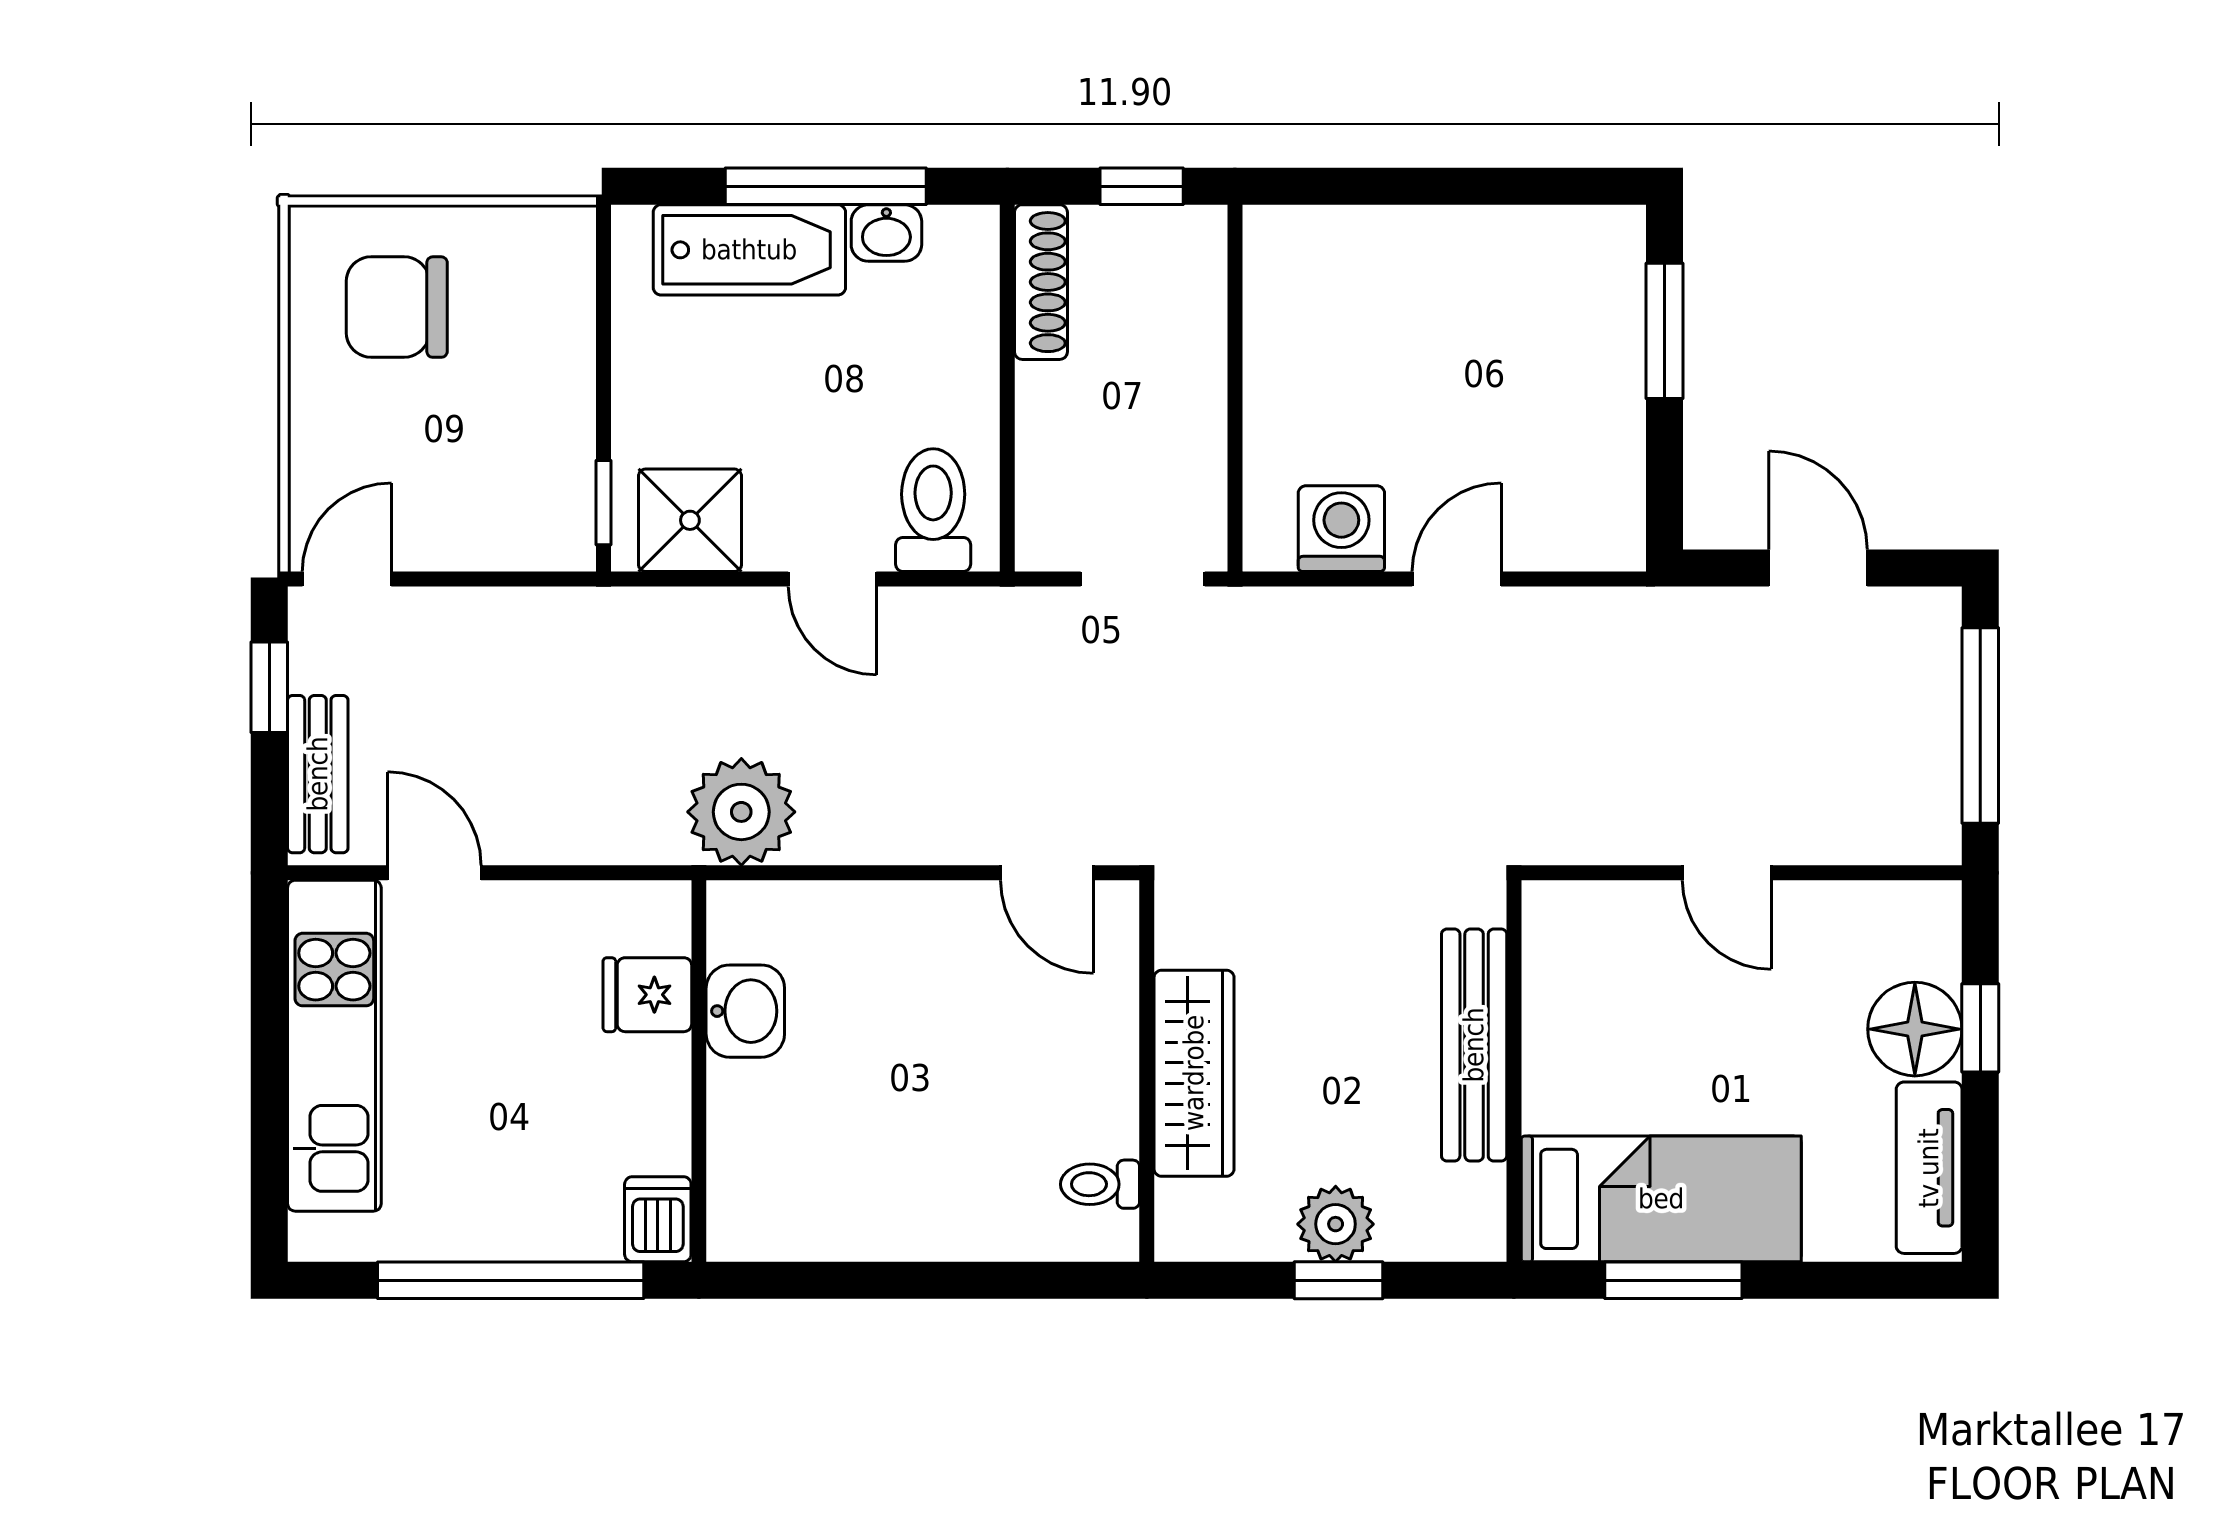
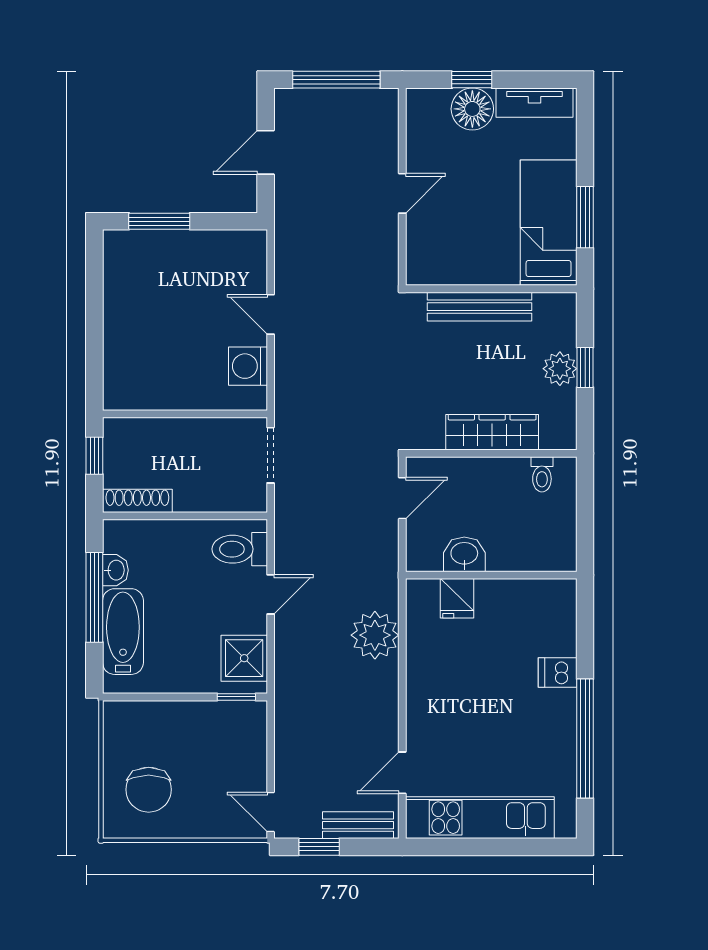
fridge: (647, 995) -> (457, 598), moved
washbasin: (745, 1011) -> (464, 554), moved
wall: (699, 1071) -> (491, 575), moved

